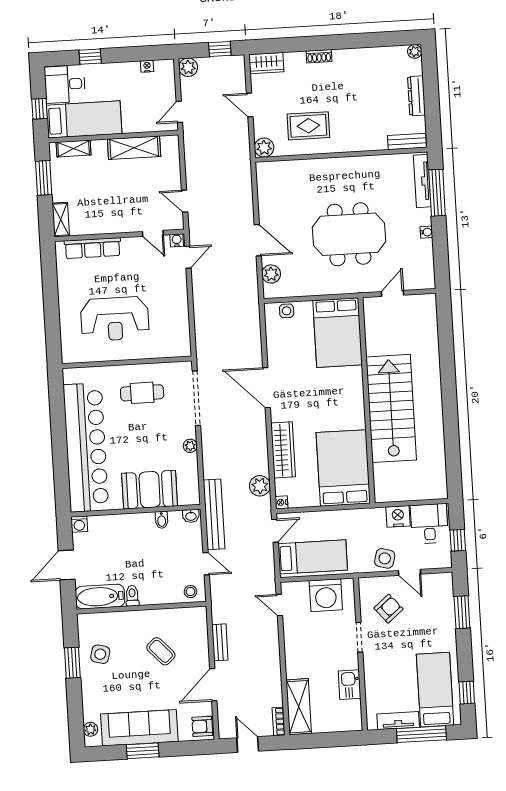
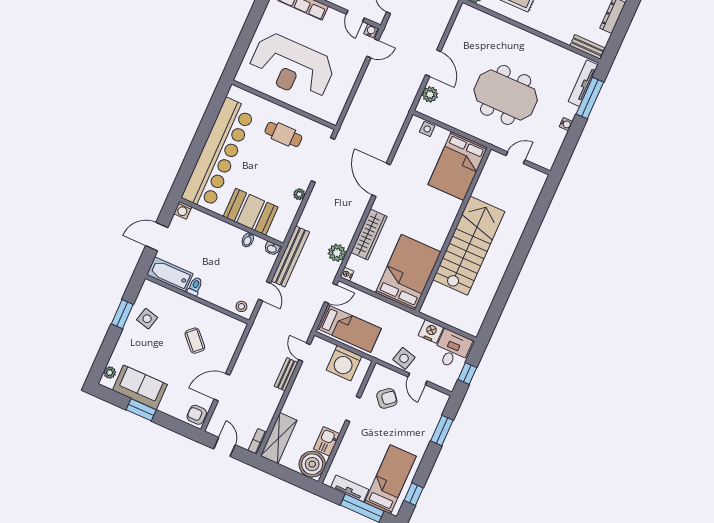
reception desk: (115, 319) -> (292, 67), width x1.36, depth x1.30
bench: (220, 642) -> (286, 374), moved
boiler: (347, 716) -> (312, 464), added
sofa: (139, 728) -> (140, 387), width x0.73

